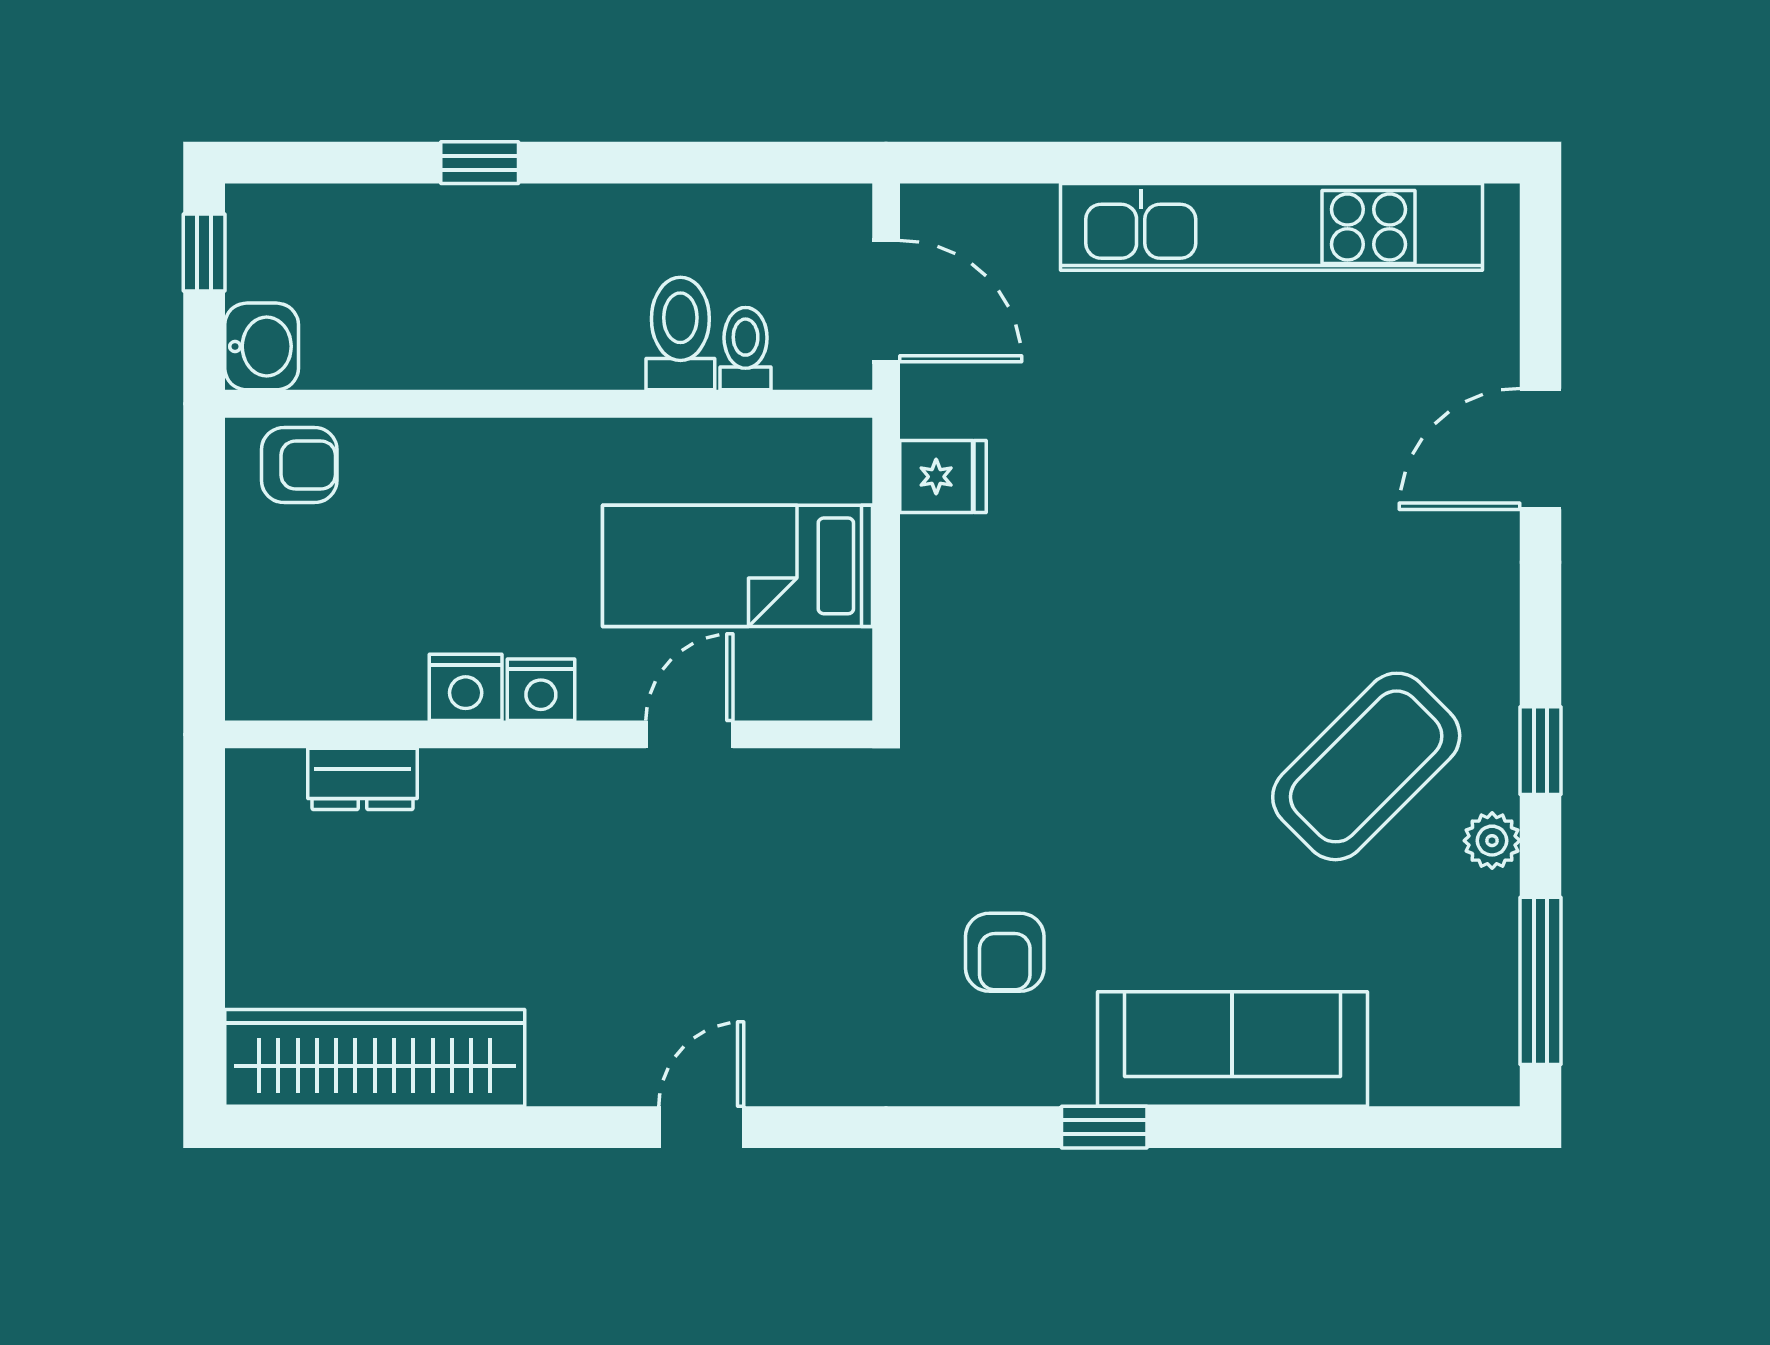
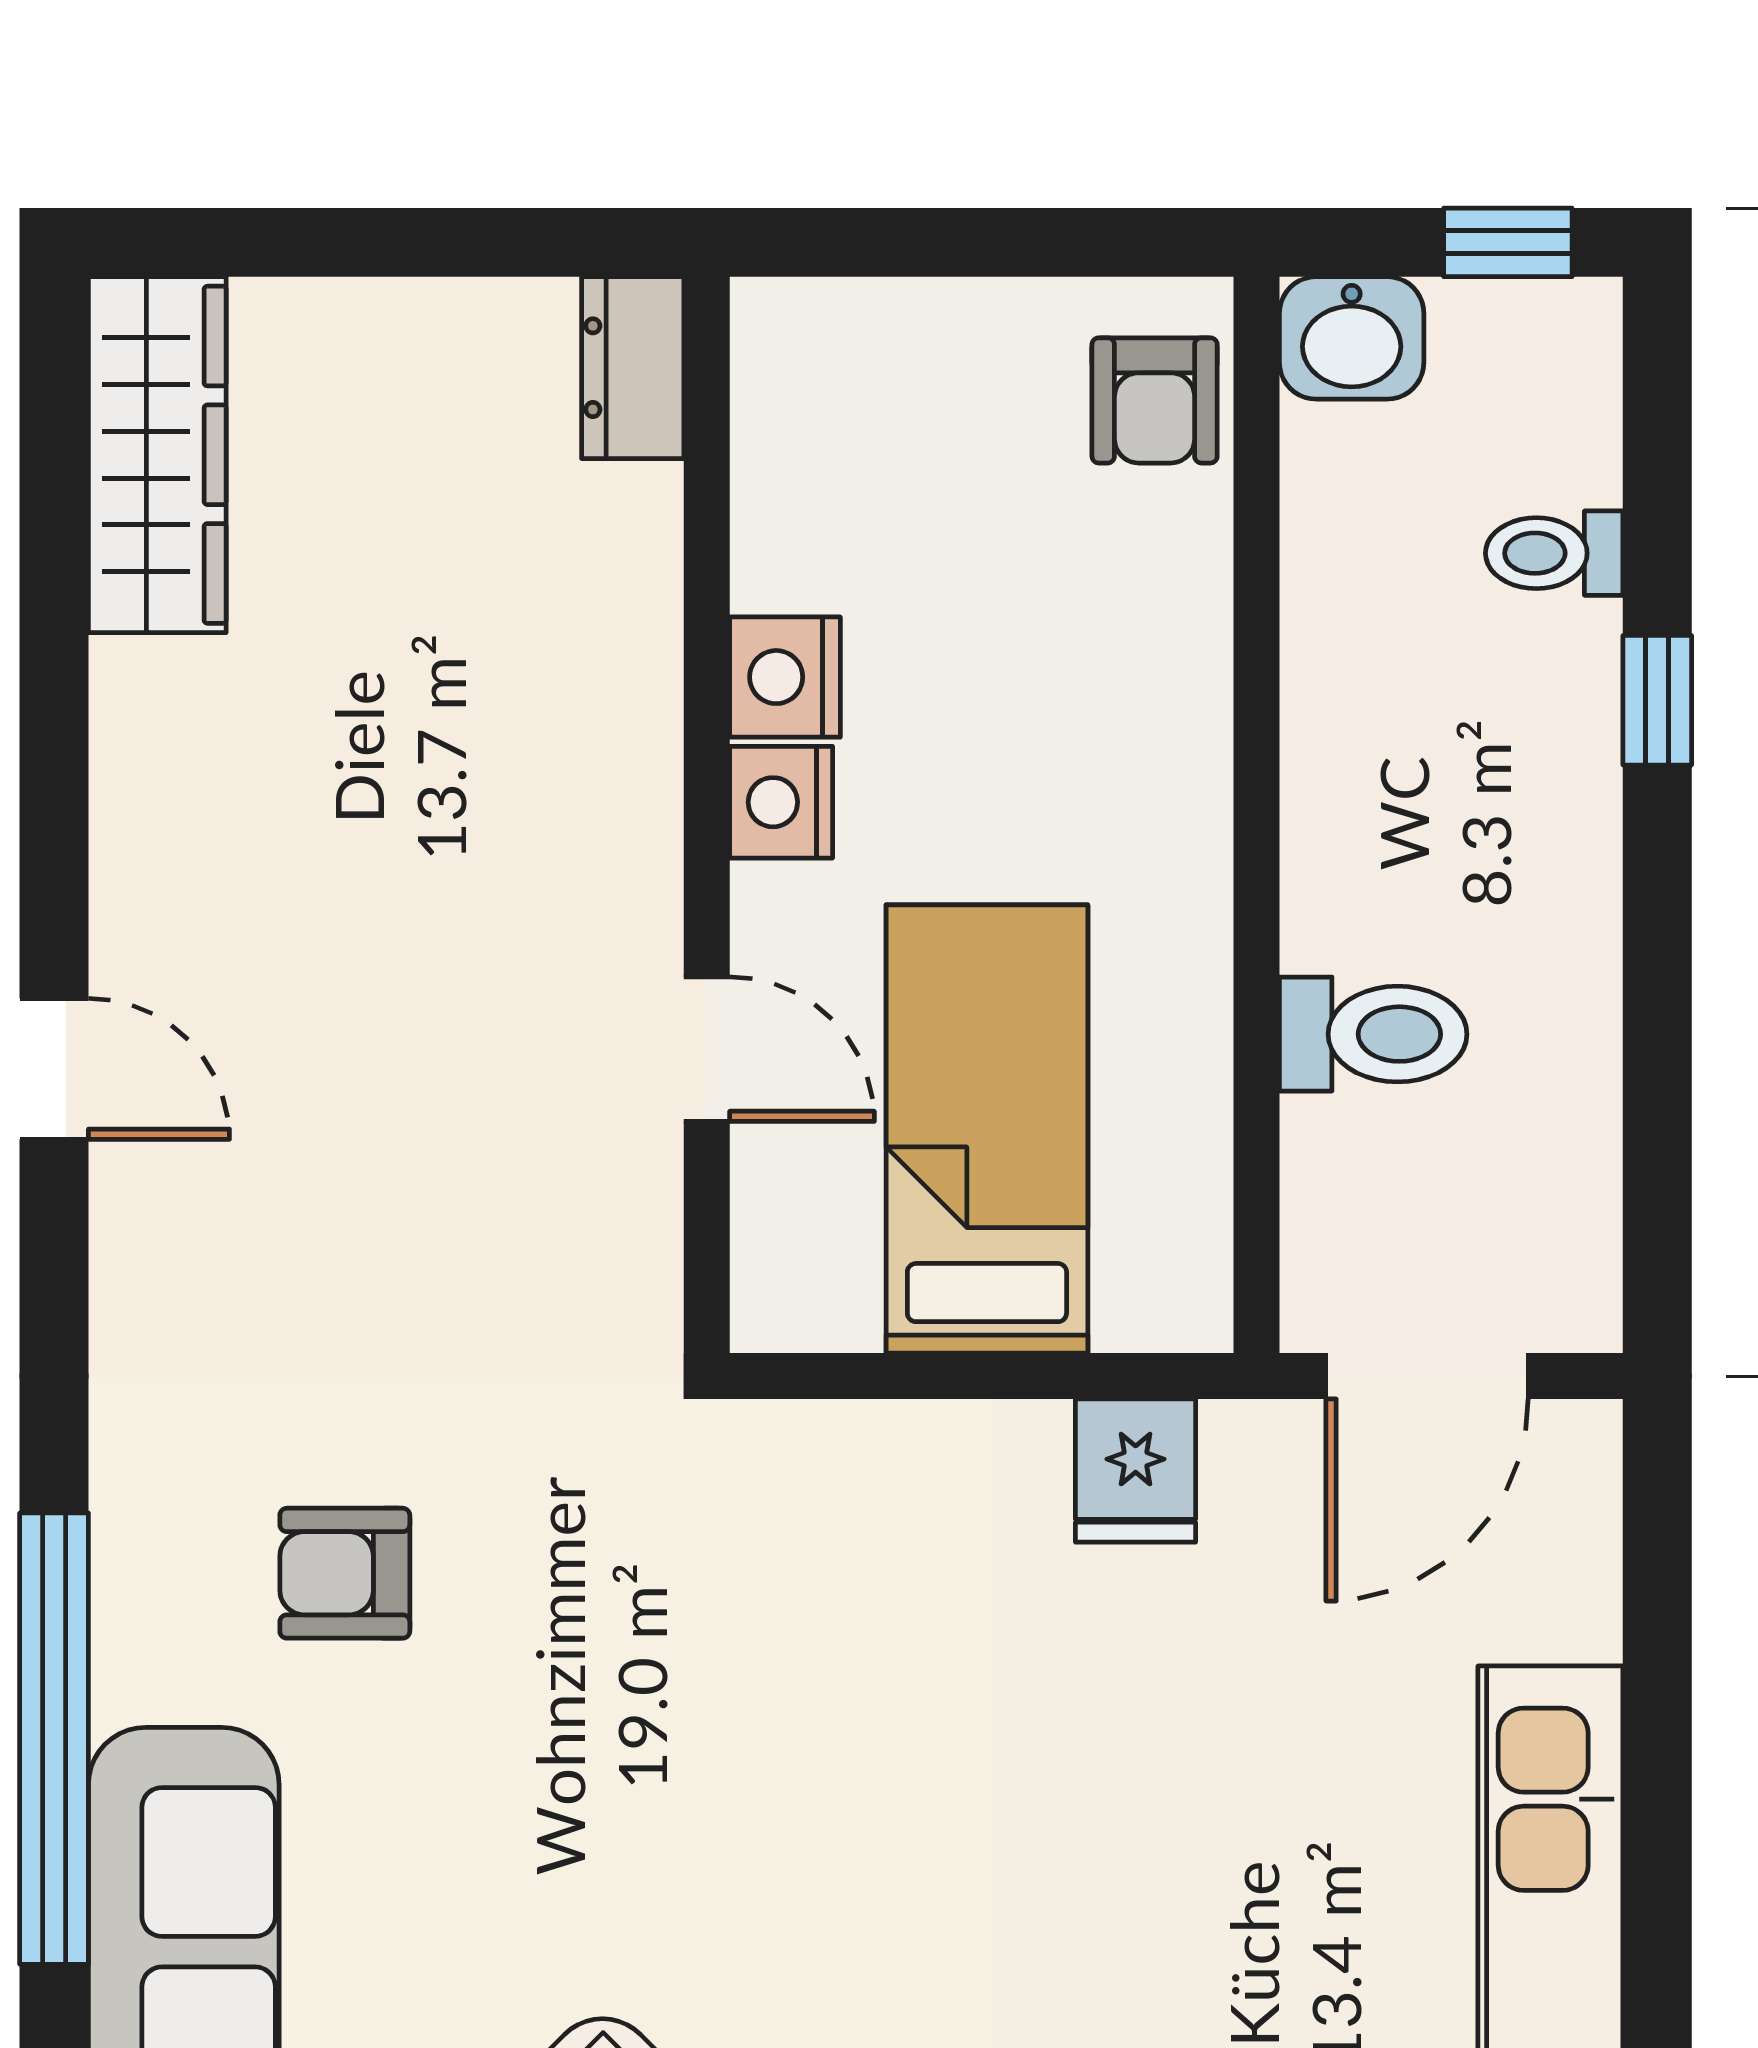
toilet: (746, 349) -> (1554, 553), moved, turned 180
dresser: (363, 779) -> (633, 368), moved
wardrobe: (375, 1058) -> (157, 455), width x0.71, depth x0.85
window: (1104, 1127) -> (54, 1739), width x3.17

